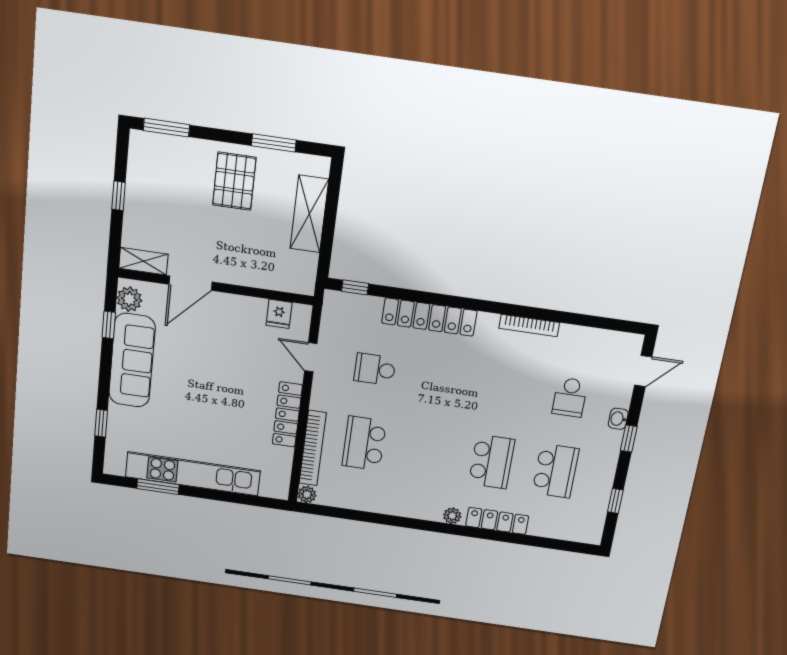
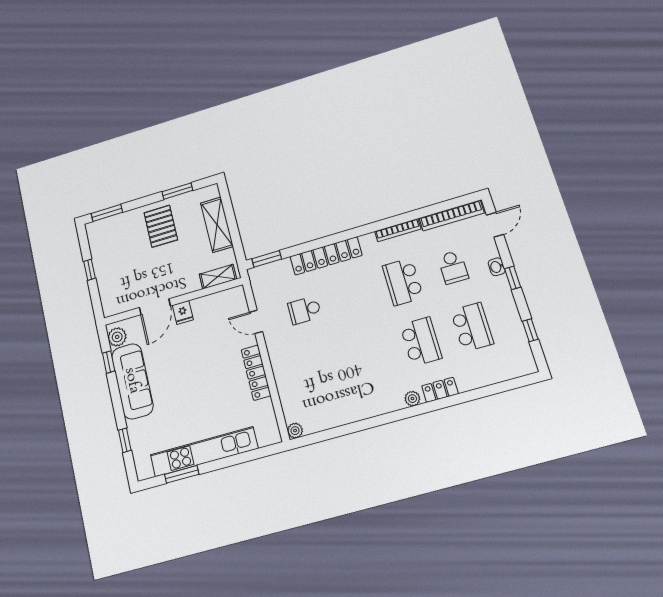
shelving: (143, 261) -> (218, 277), moved
window: (355, 287) -> (267, 259), width x1.50
fridge: (279, 314) -> (183, 312), moved
school desk: (364, 443) -> (403, 282), moved
bookcase: (313, 448) -> (452, 216), moved, turned 90
locker: (497, 521) -> (440, 390), width x0.66

